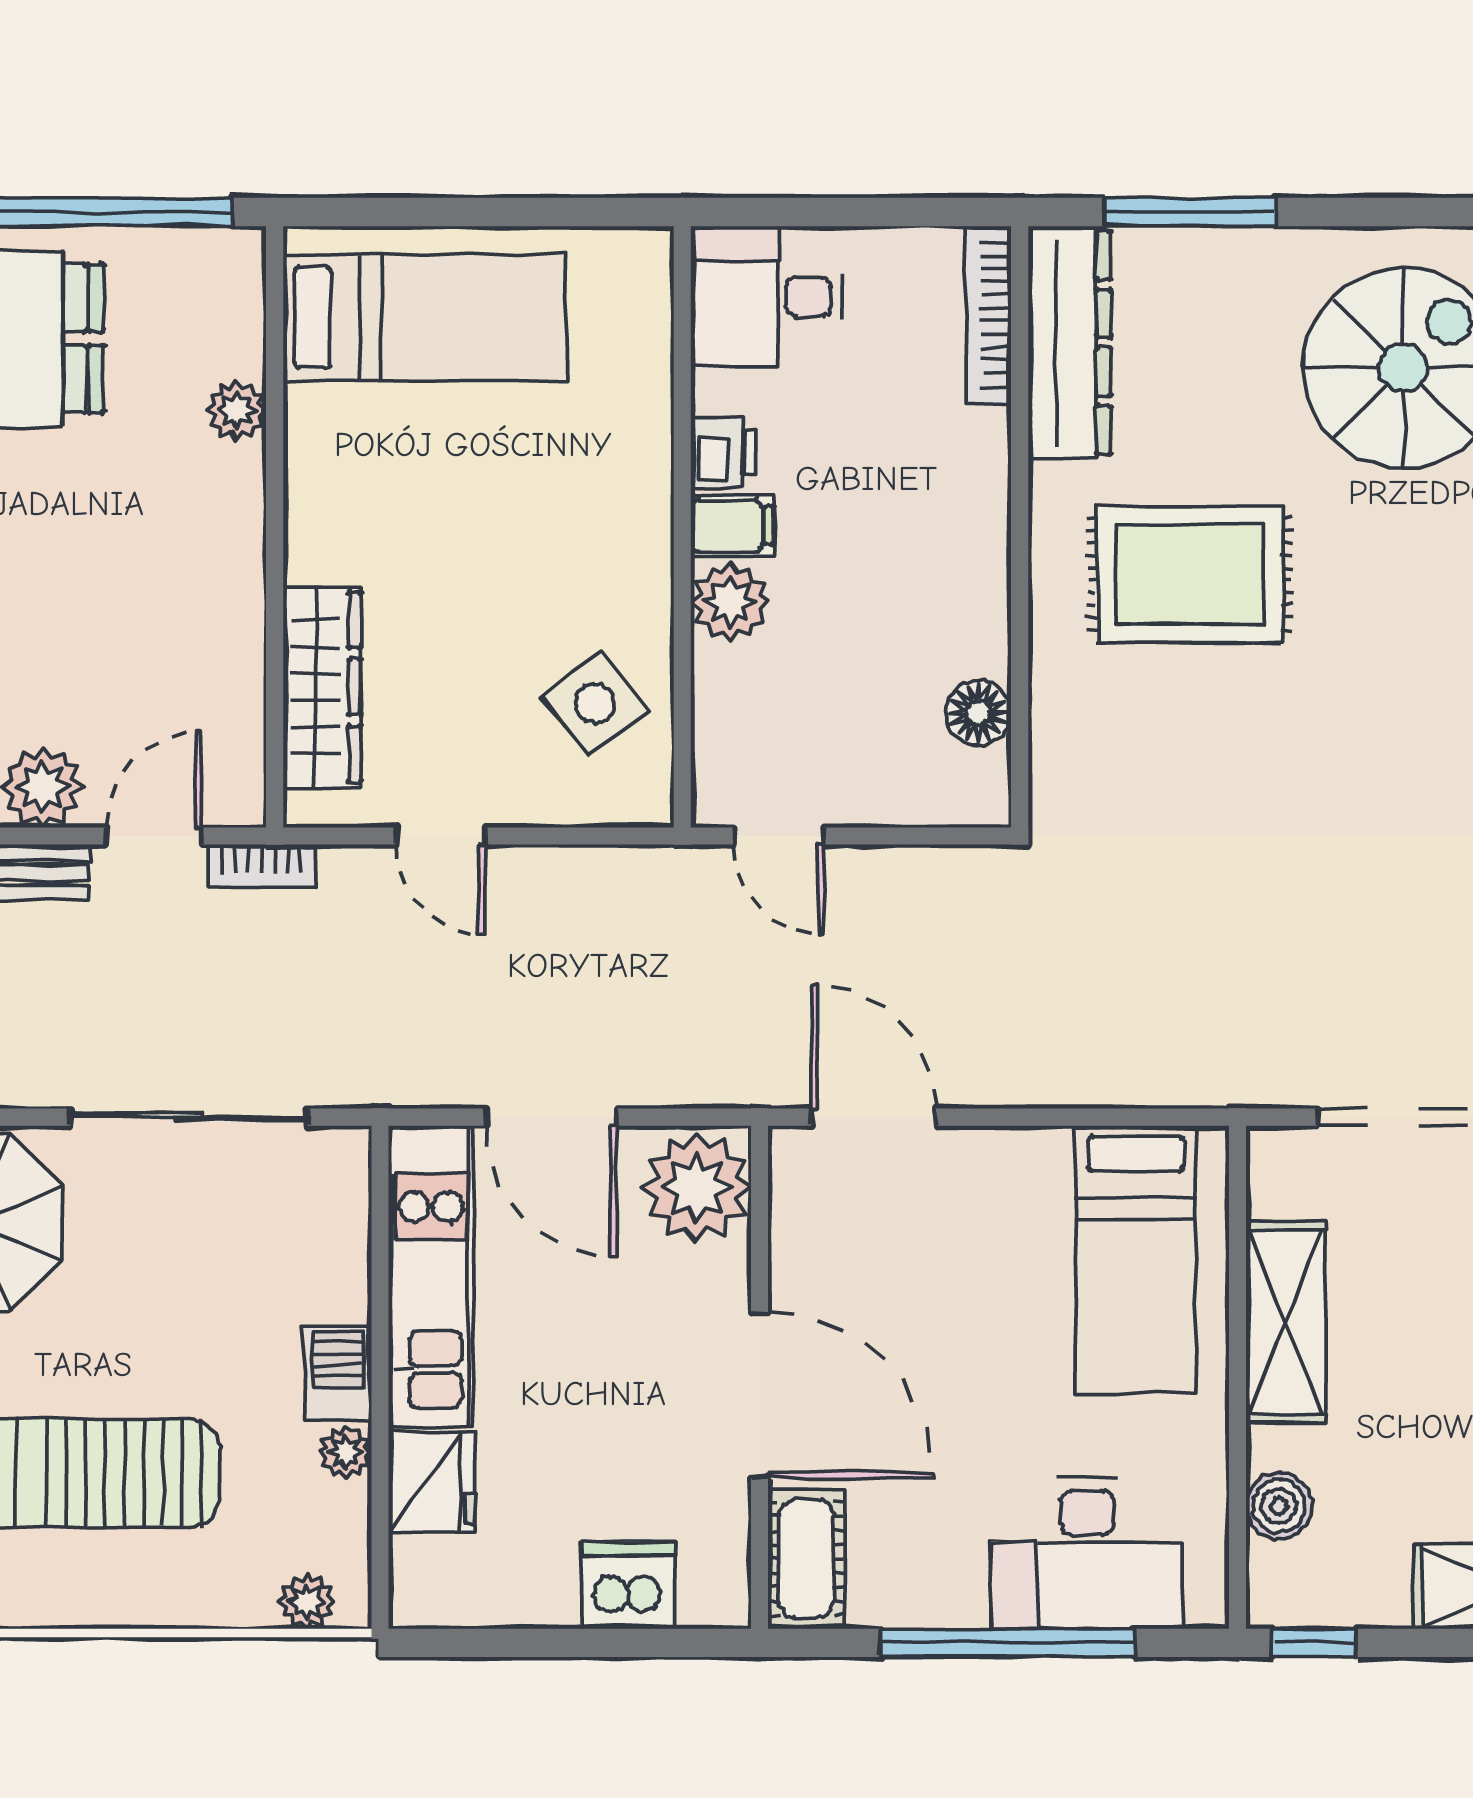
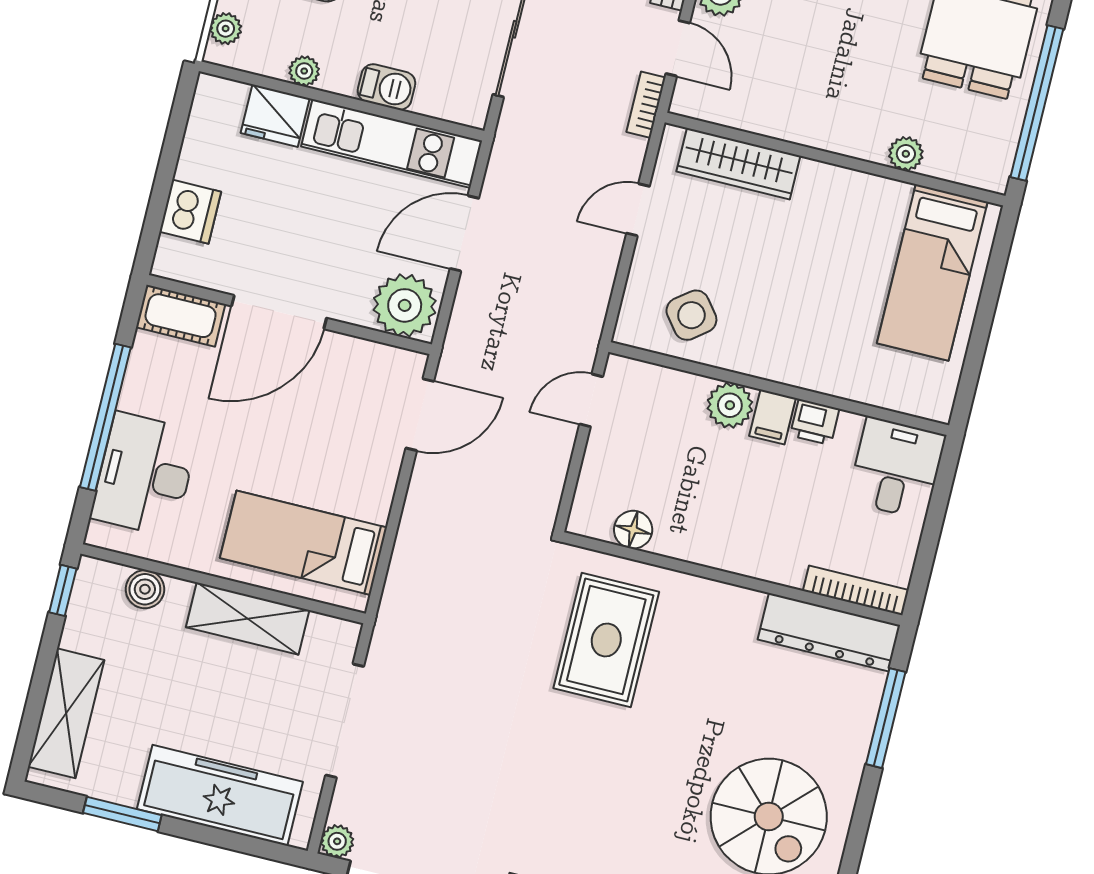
rug: (1190, 574) -> (606, 640), moved
barbecue: (338, 1373) -> (387, 87), moved

